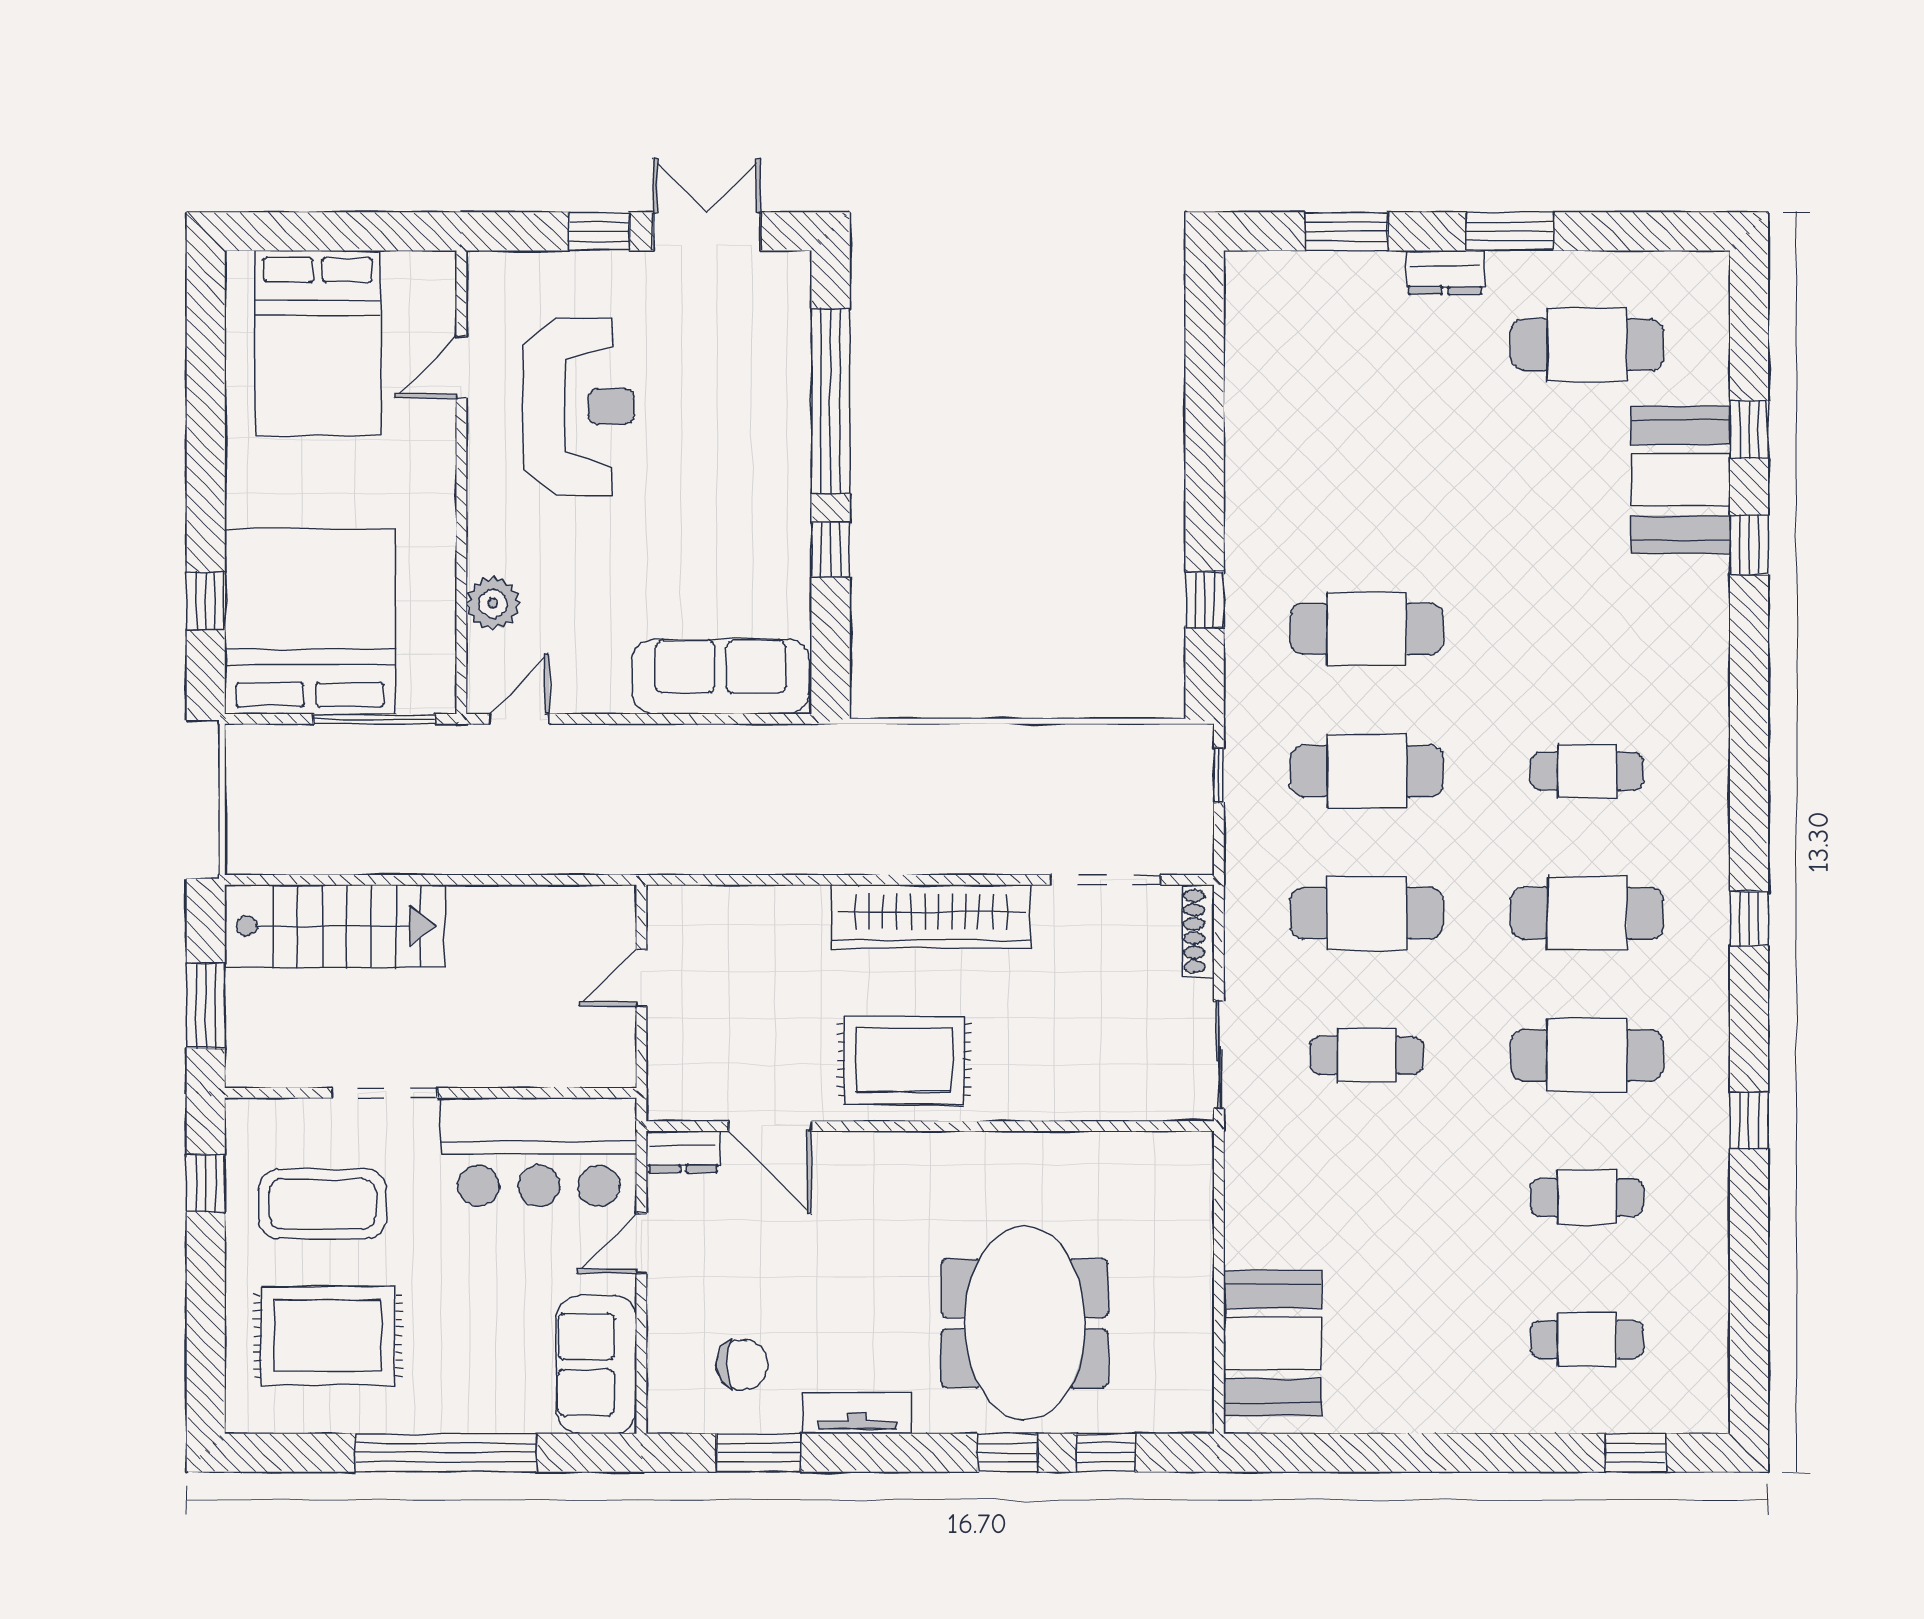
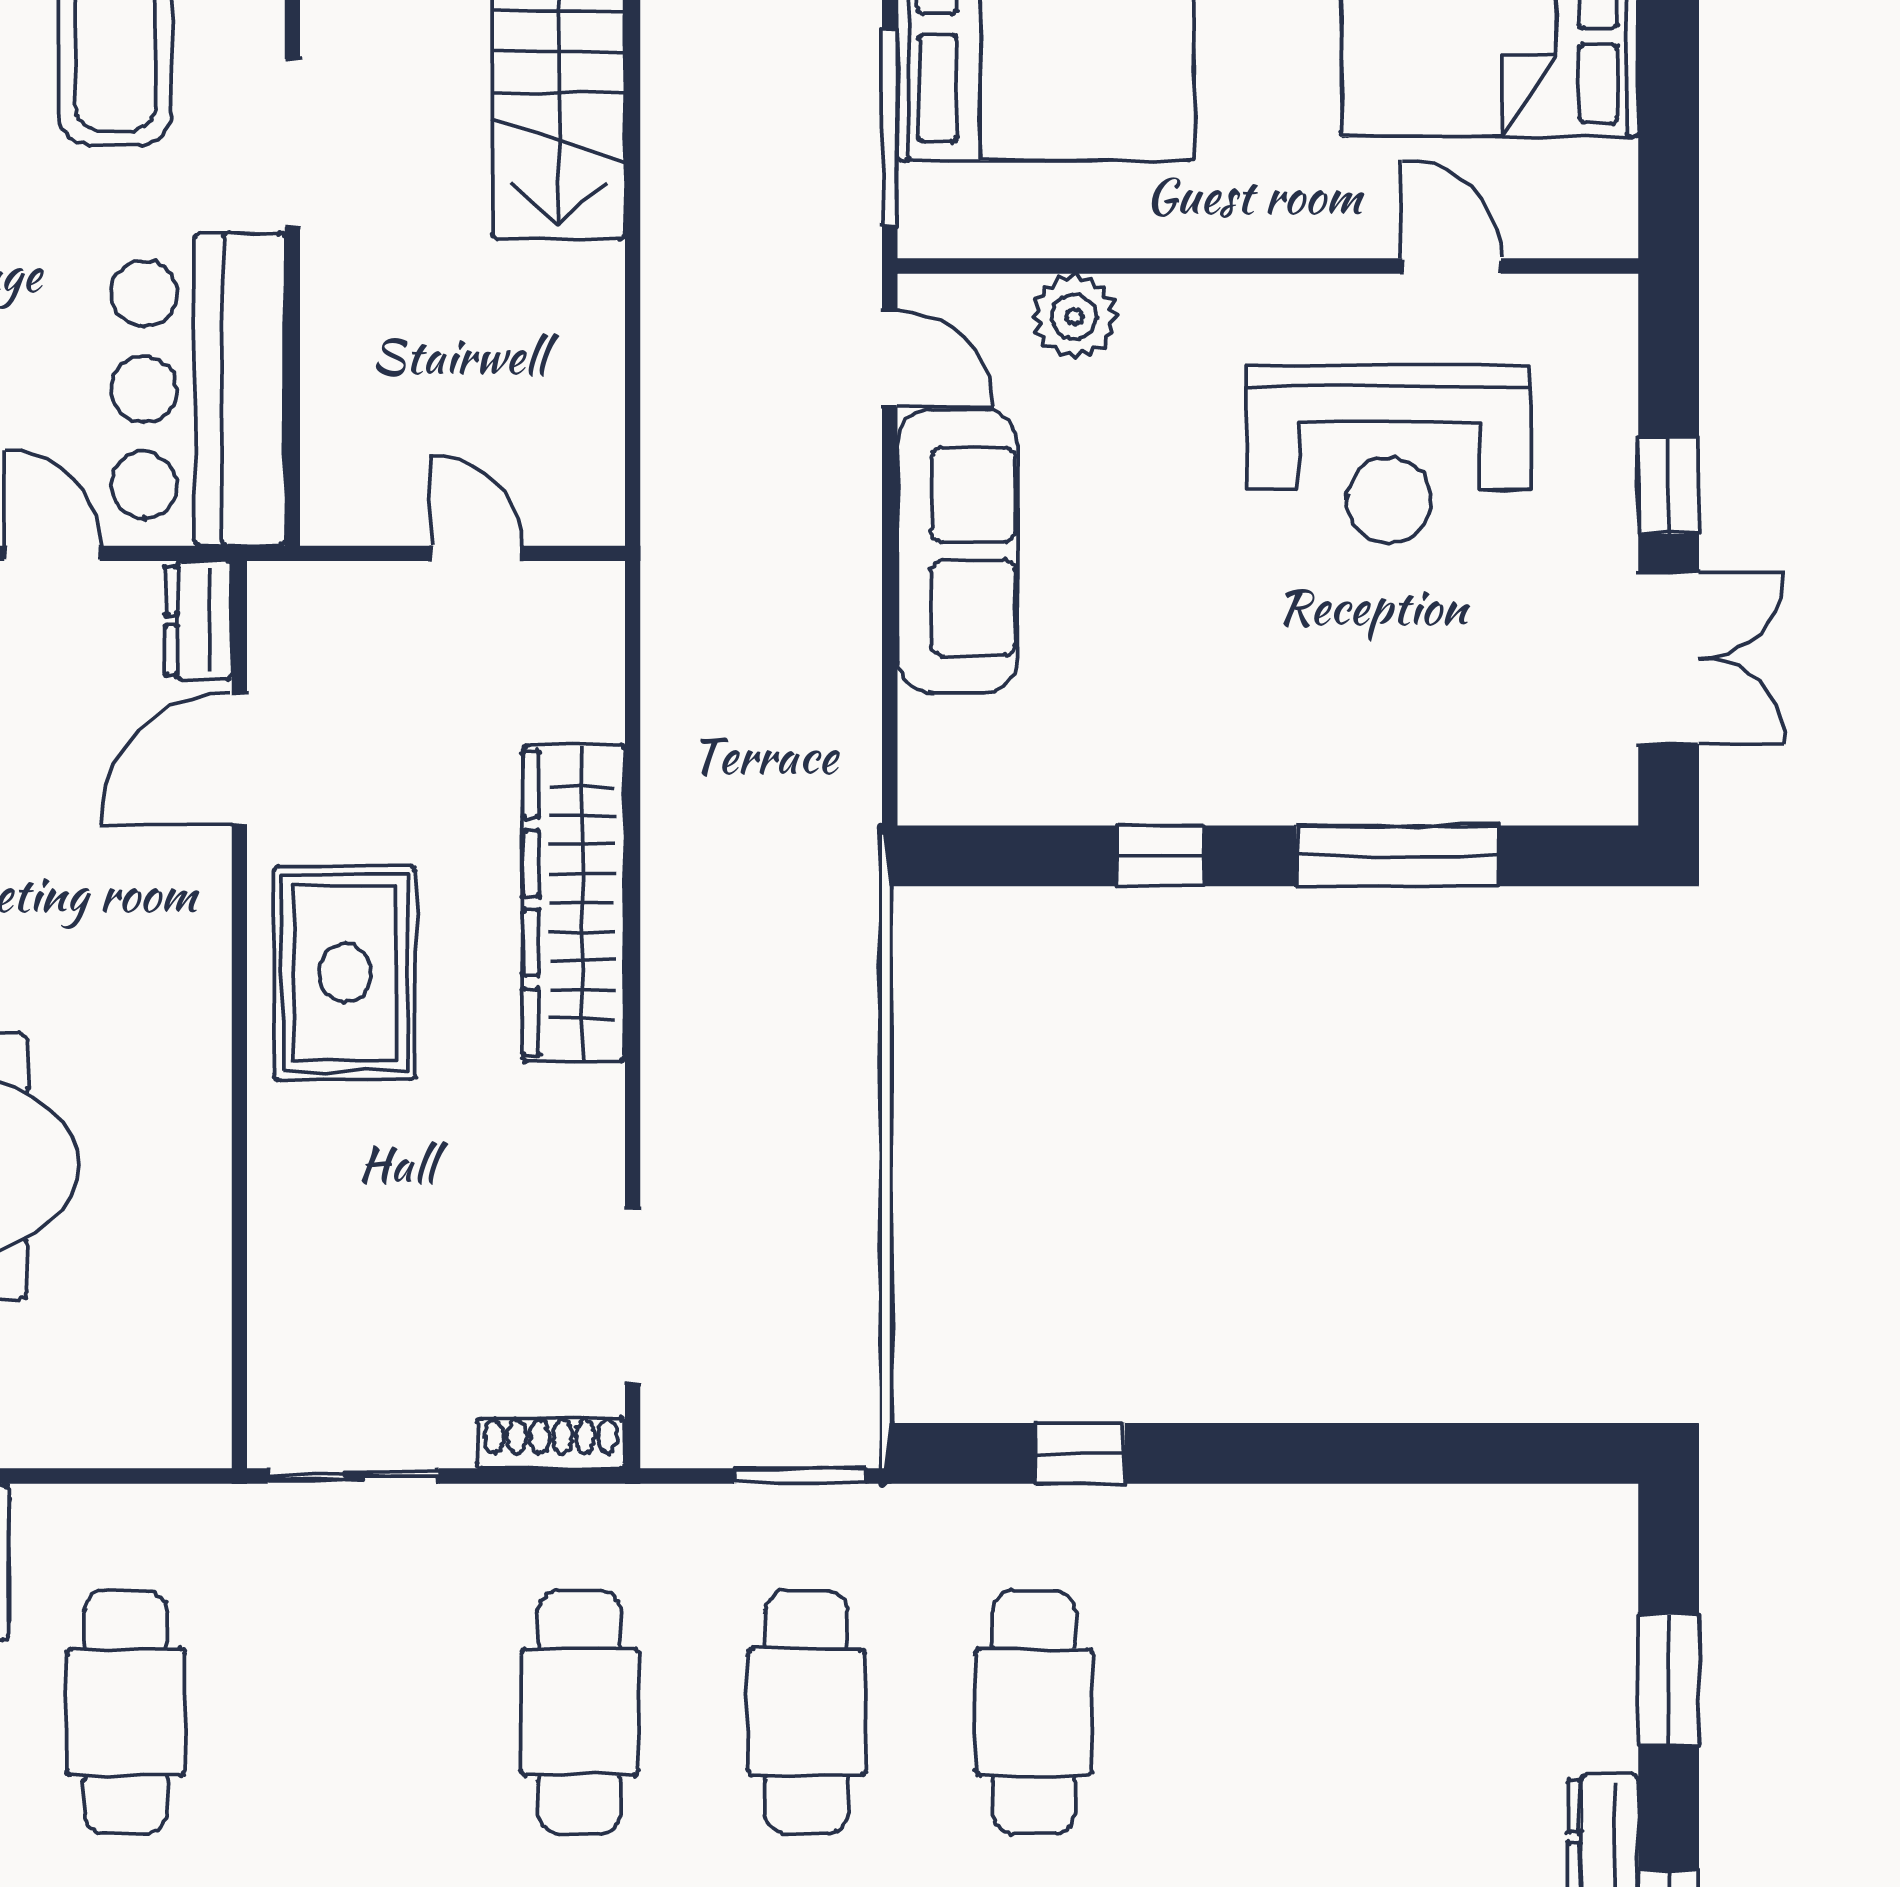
window: (831, 401) -> (1398, 856), width x0.68
sofa: (721, 677) -> (958, 551), moved
window: (1219, 775) -> (800, 1476), width x1.50
wardrobe: (931, 917) -> (574, 903), moved
cafe table: (1367, 1055) -> (125, 1712), moved, width x1.37, depth x1.35

